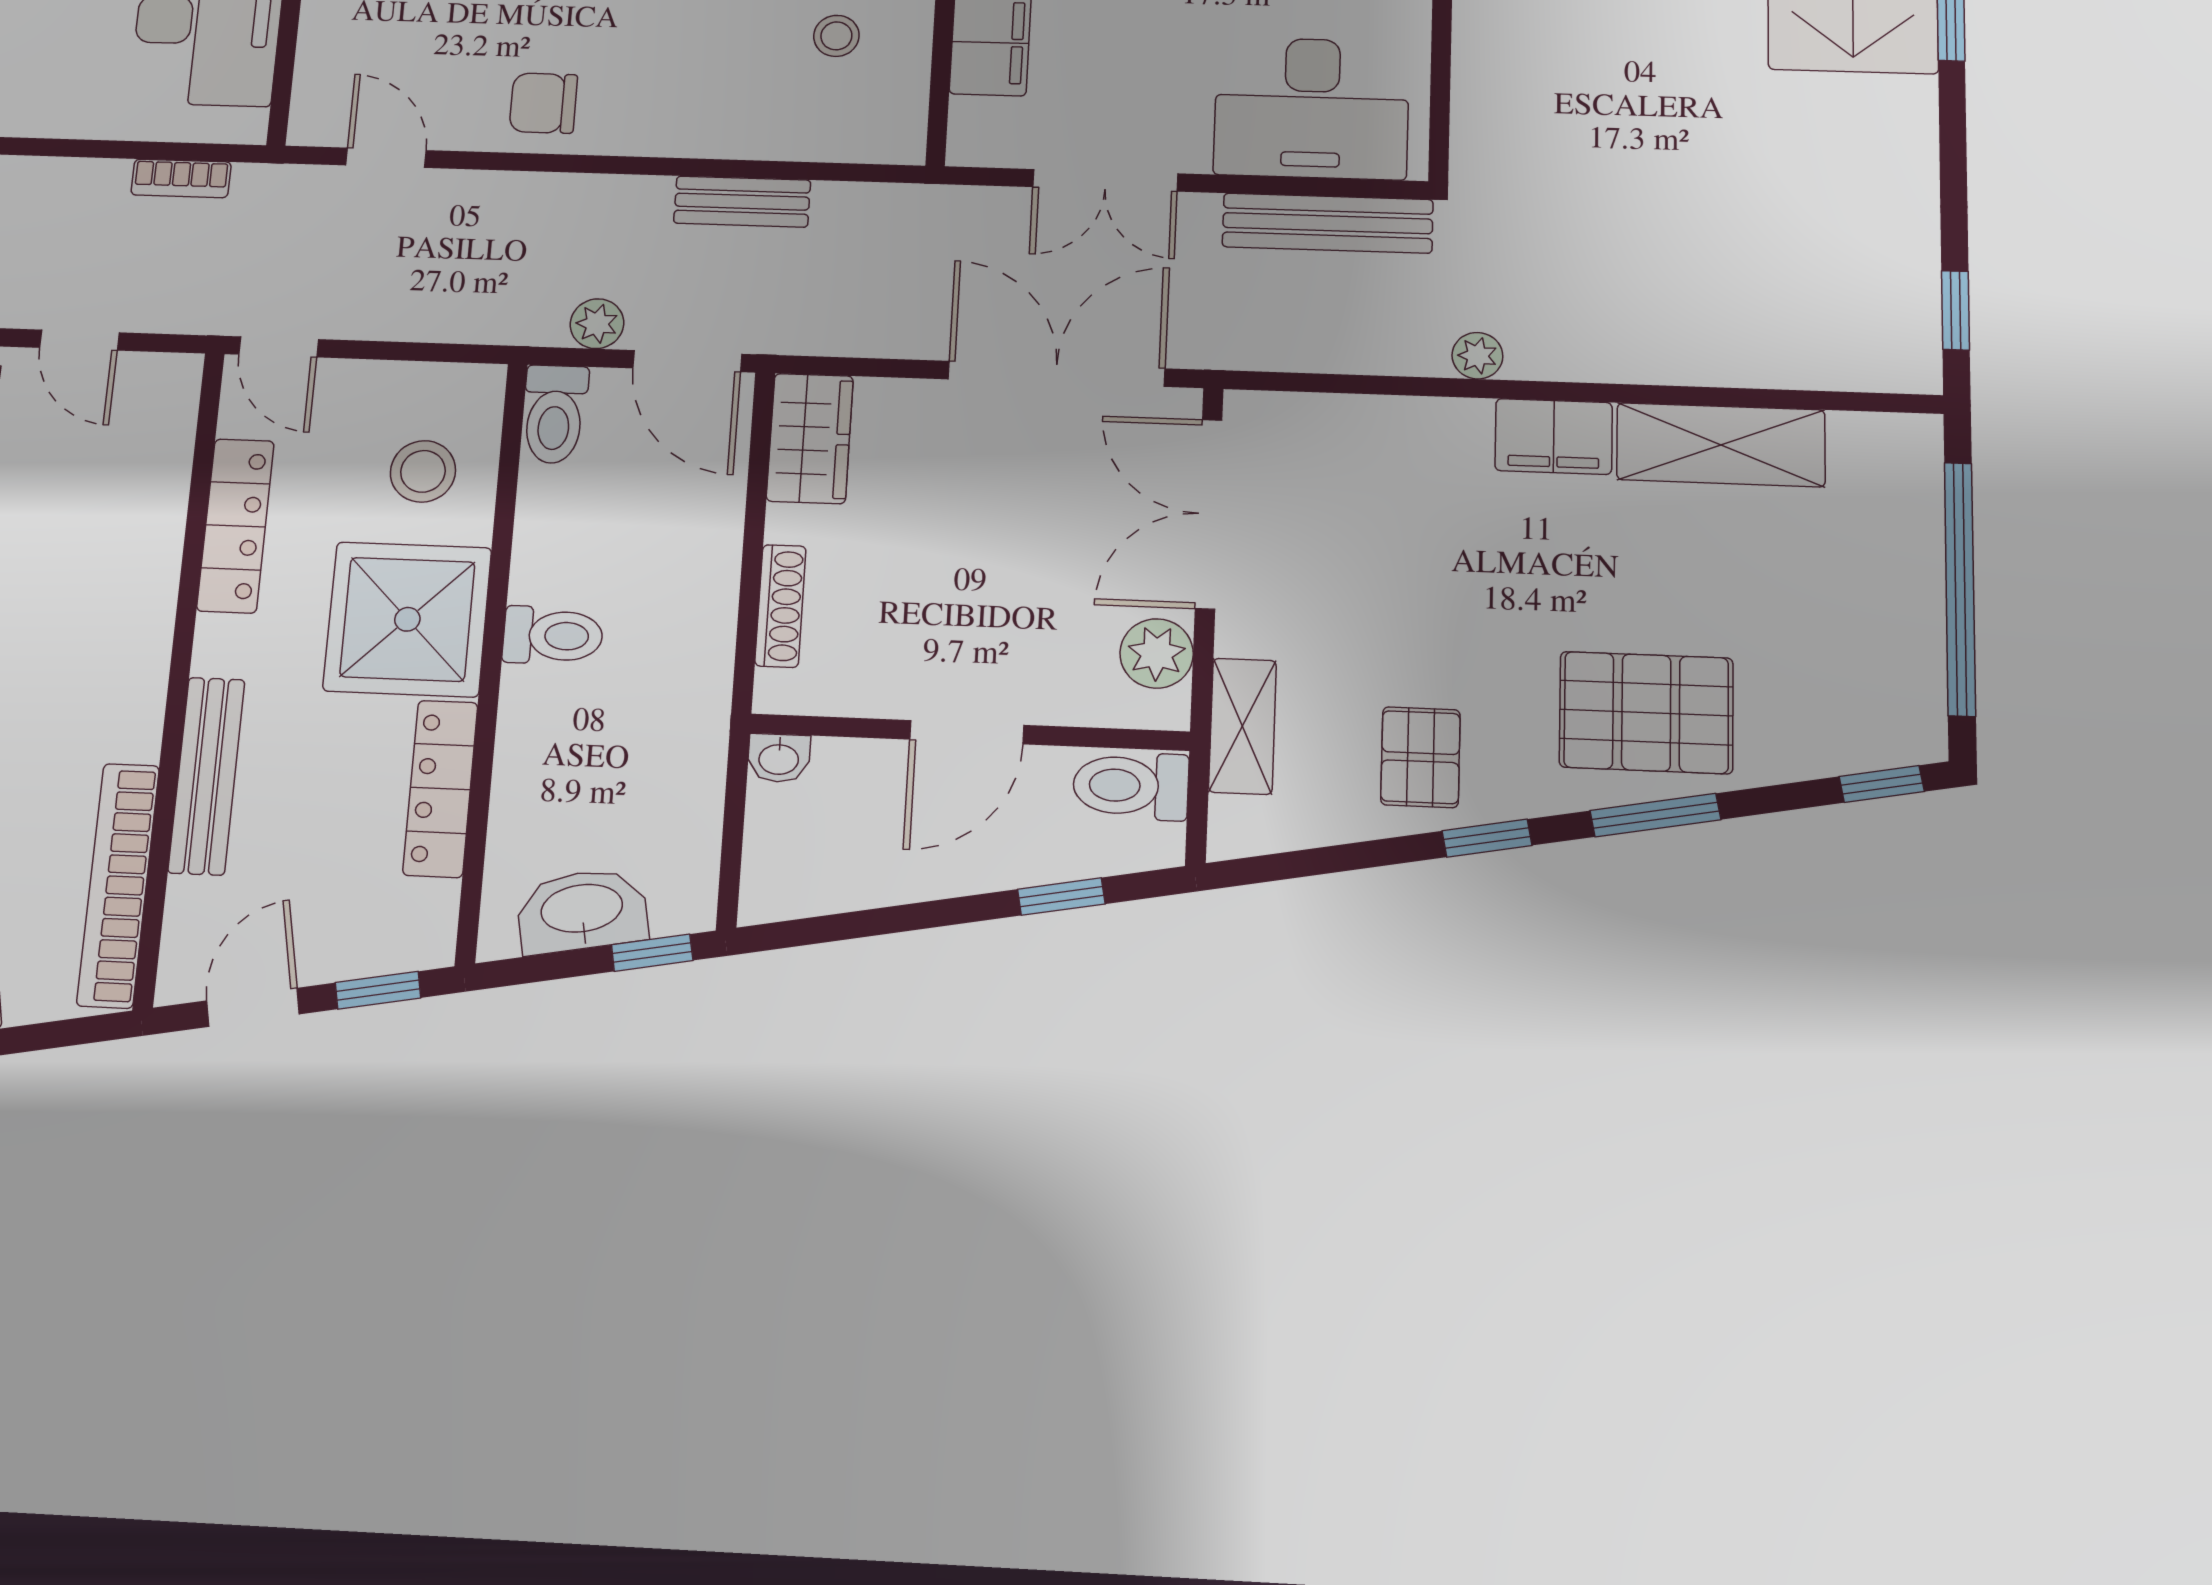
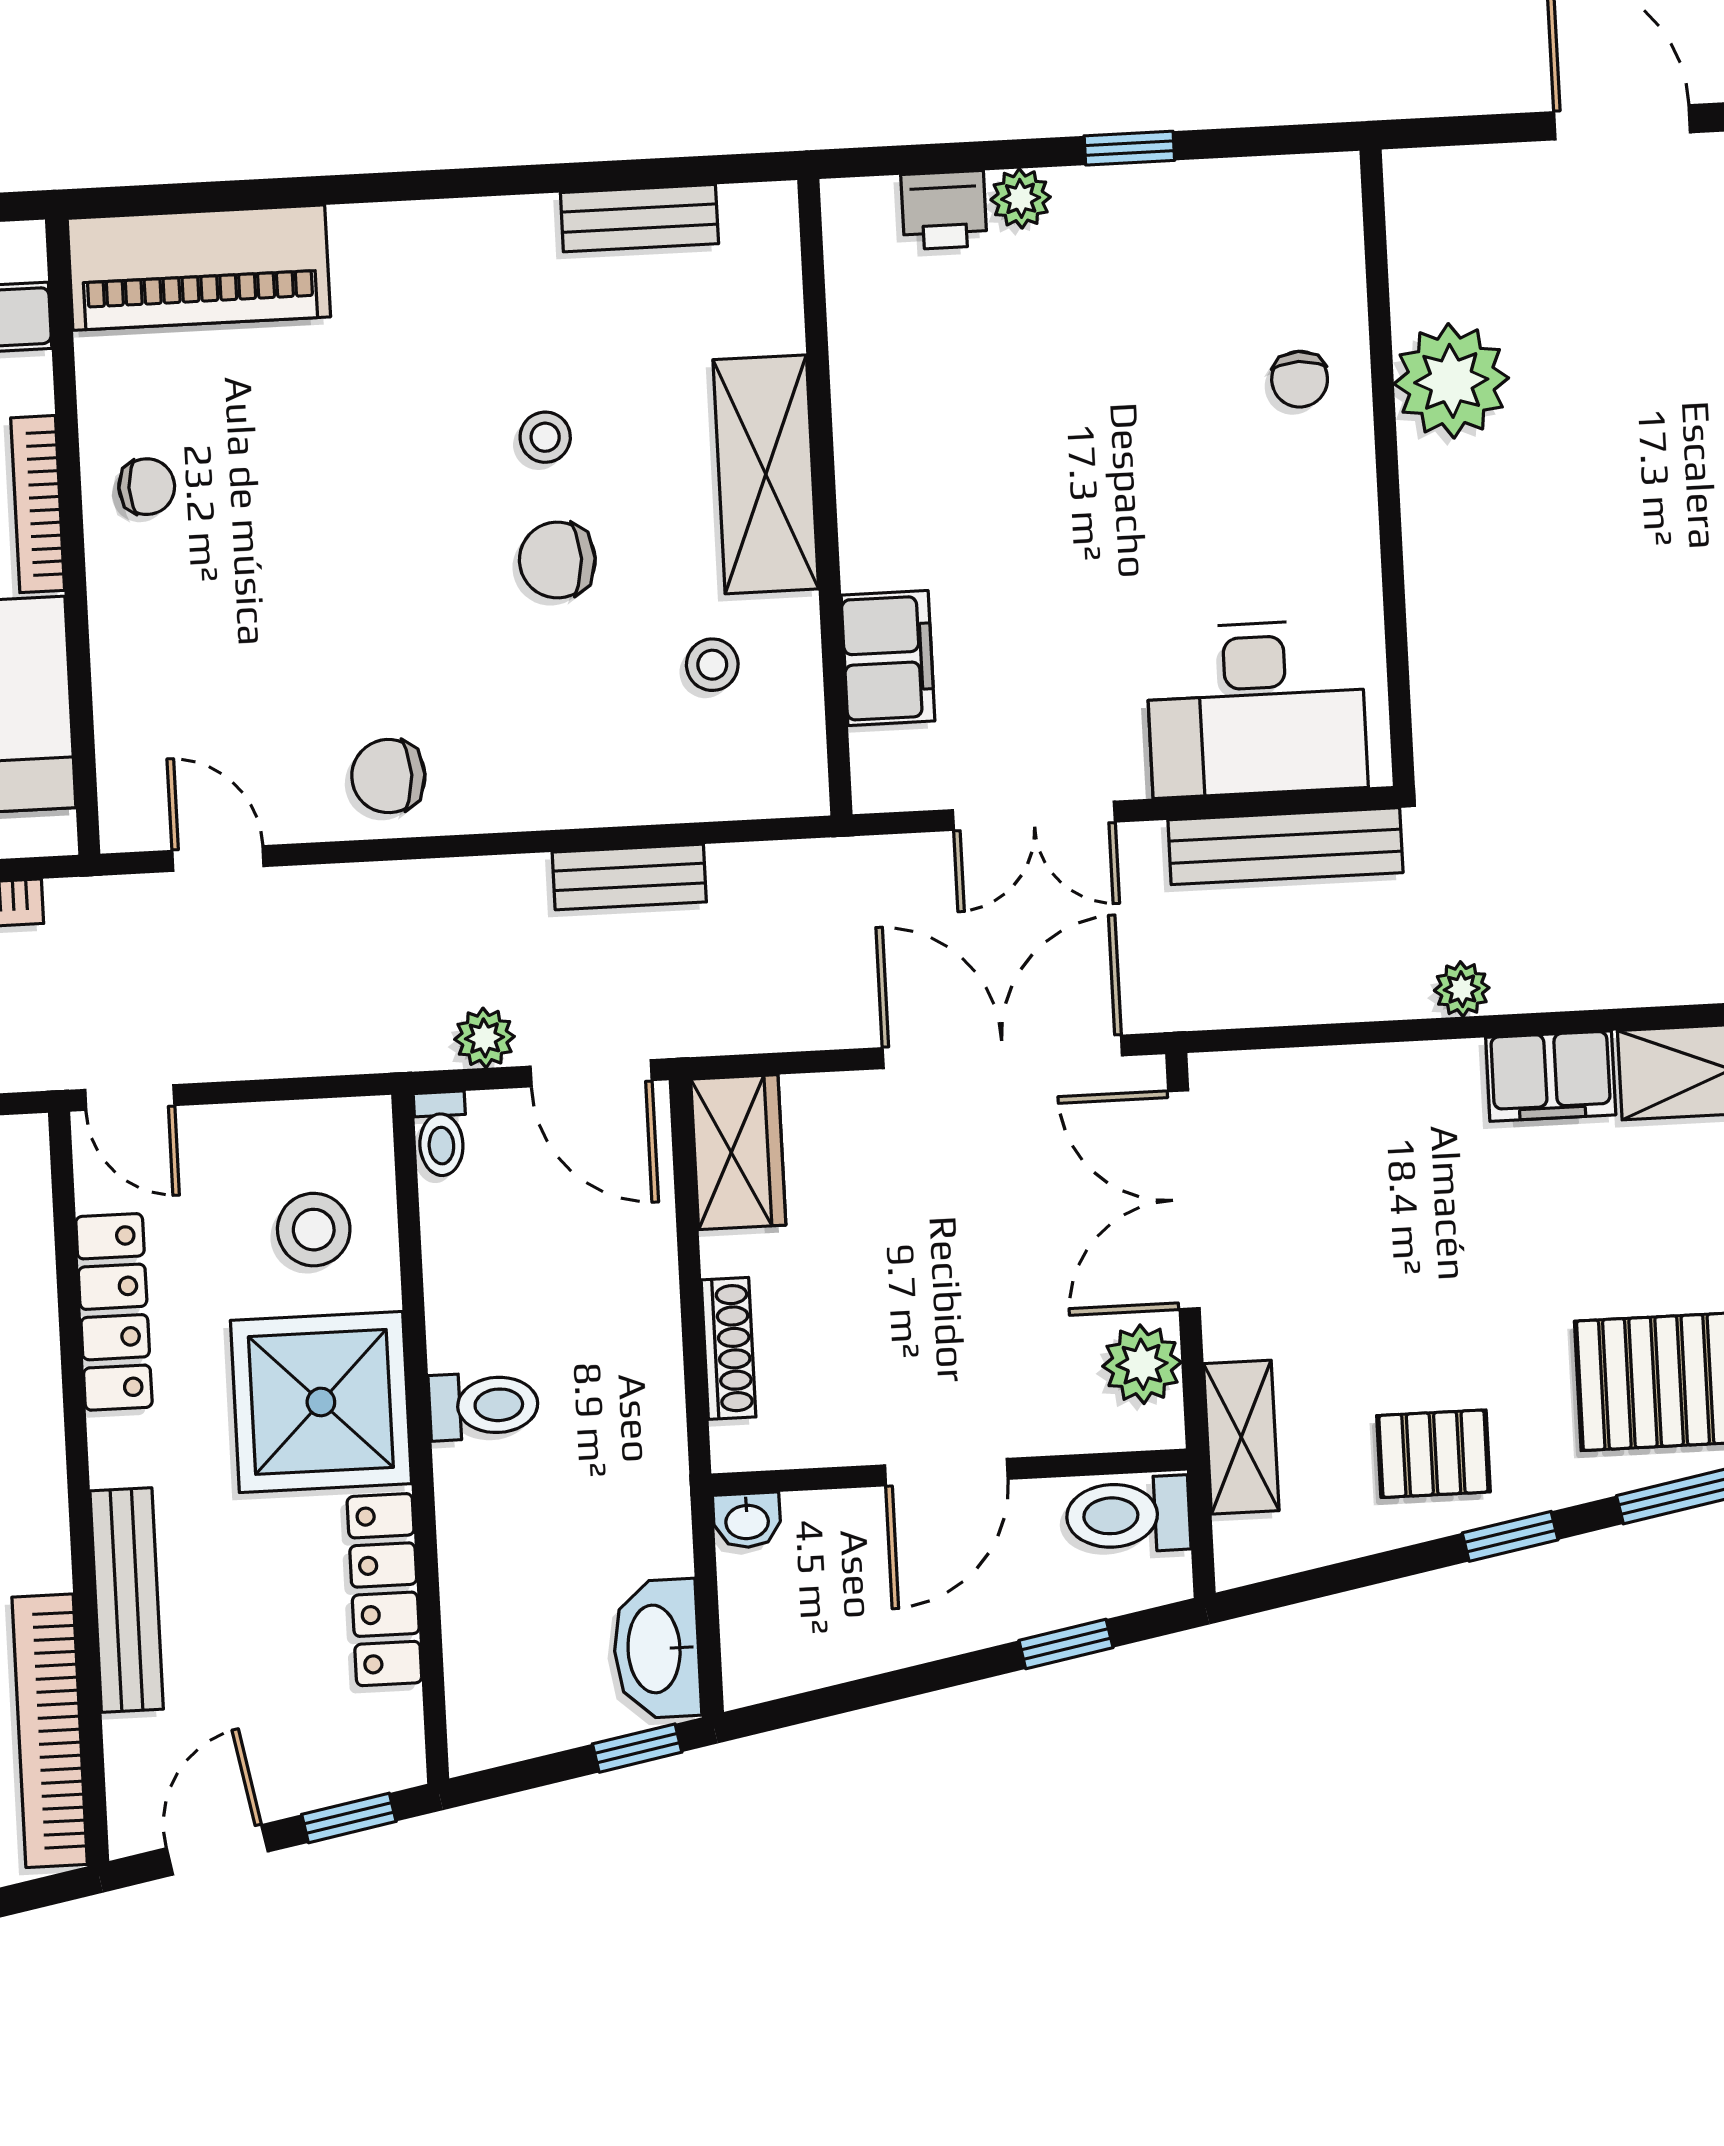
toilet: (554, 414) -> (441, 1134), width x0.73, depth x0.72
pallet: (1420, 757) -> (1433, 1454), turned 90
washbasin: (582, 911) -> (657, 1649), moved, turned -79

